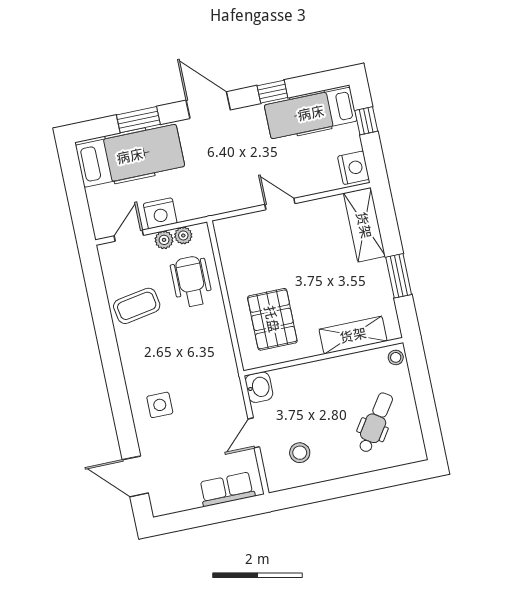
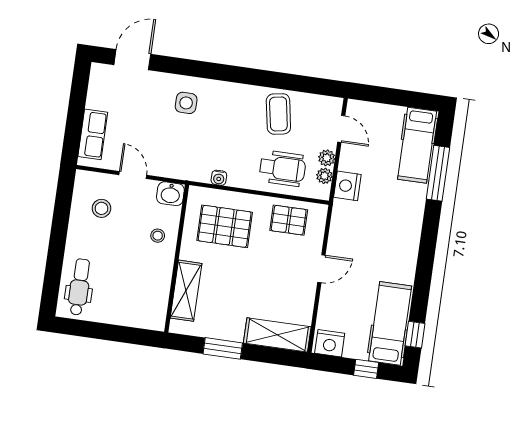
window: (272, 92) -> (415, 335), moved
door: (208, 105) -> (429, 238), removed
window: (138, 120) -> (438, 173), width x1.44
hospital bed: (130, 156) -> (417, 145), width x0.73, depth x0.77
nightstand: (160, 213) -> (347, 186), moved
pallet: (242, 256) -> (289, 220), added
water cooler: (225, 343) -> (219, 178), added
stool: (396, 357) -> (158, 236), moved
dental chair: (375, 423) -> (79, 287), moved, turned -124

